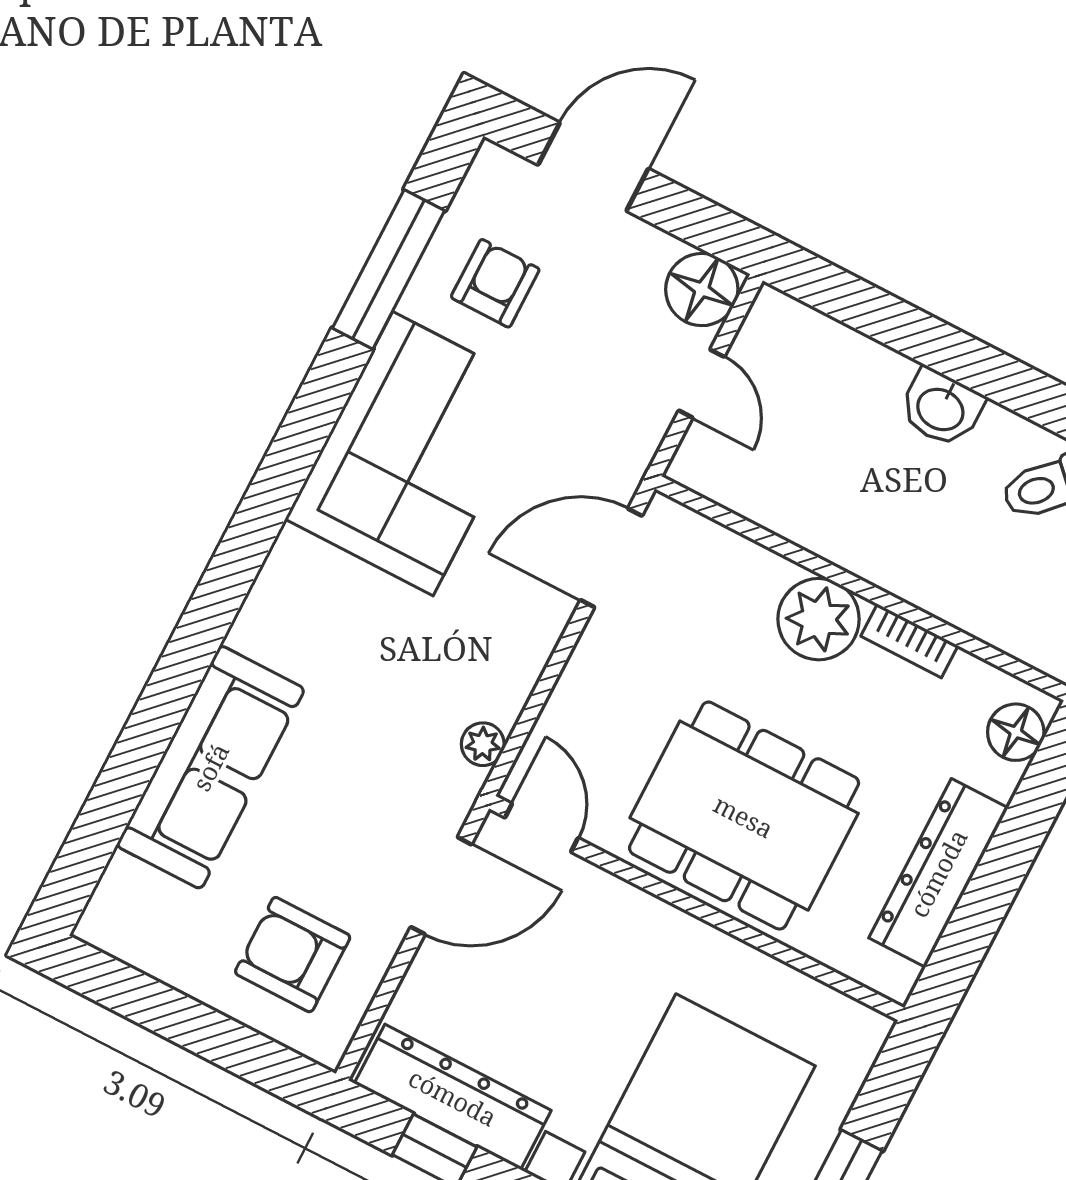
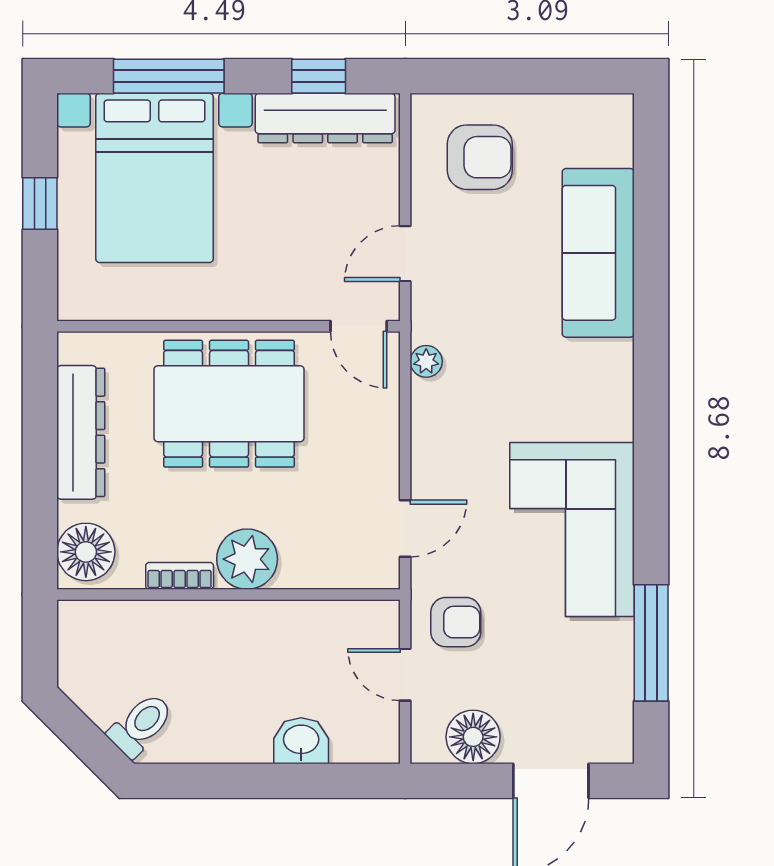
armchair: (495, 283) -> (456, 622), moved, turned -90
floor lamp: (702, 290) -> (473, 737), moved
washbasin: (941, 408) -> (301, 741), moved
door: (611, 558) -> (405, 528), width x0.73
floor lamp: (1016, 732) -> (86, 552), width x1.38, depth x1.38
door: (441, 886) -> (405, 254), width x0.73

